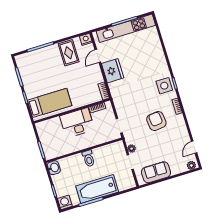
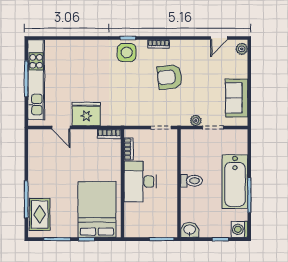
nightstand: (86, 39) -> (35, 137), removed
rug: (69, 53) -> (40, 214), moved, turned 90
bed: (50, 103) -> (97, 209), width x1.50
door: (194, 147) -> (219, 38), hinge flipped

